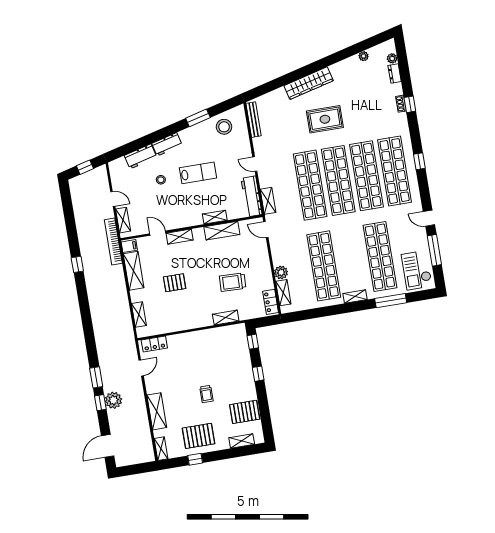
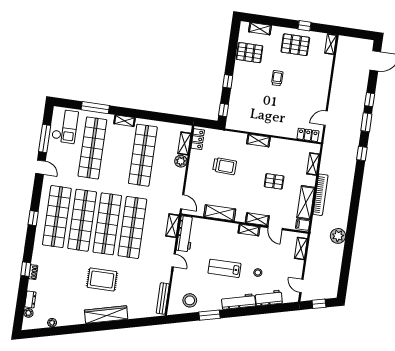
workbench: (167, 144) -> (239, 301), width x1.38
door: (113, 199) -> (301, 286), moved
shelving: (215, 217) -> (249, 230), moved
bookcase: (113, 241) -> (320, 195), moved
window: (77, 264) -> (362, 153), moved
shelving: (226, 318) -> (258, 140), moved
plant: (113, 400) -> (338, 236), moved
shelving: (157, 411) -> (324, 77), removed

